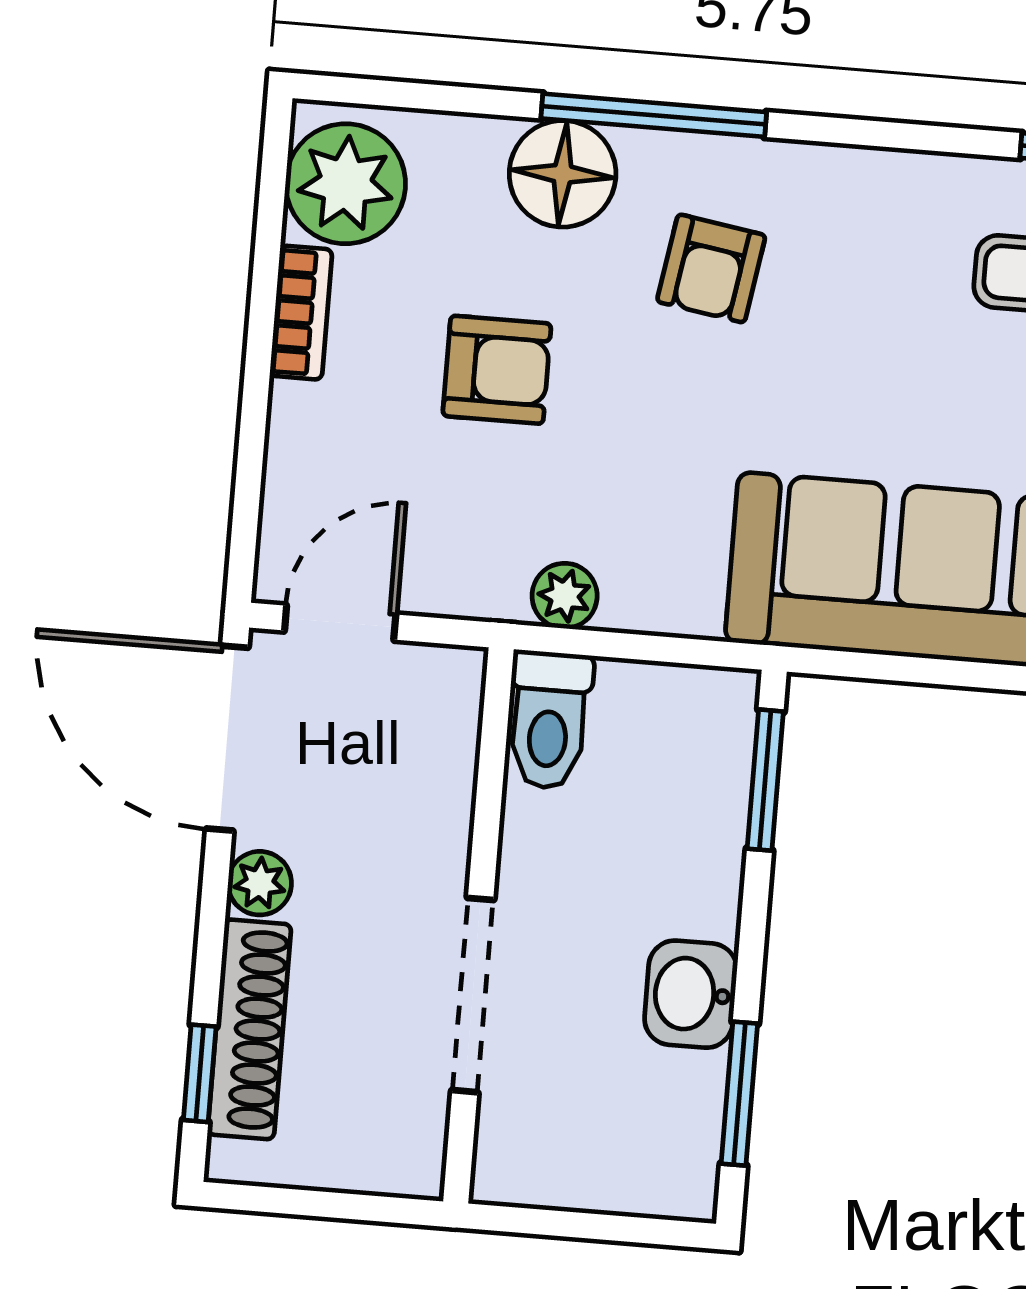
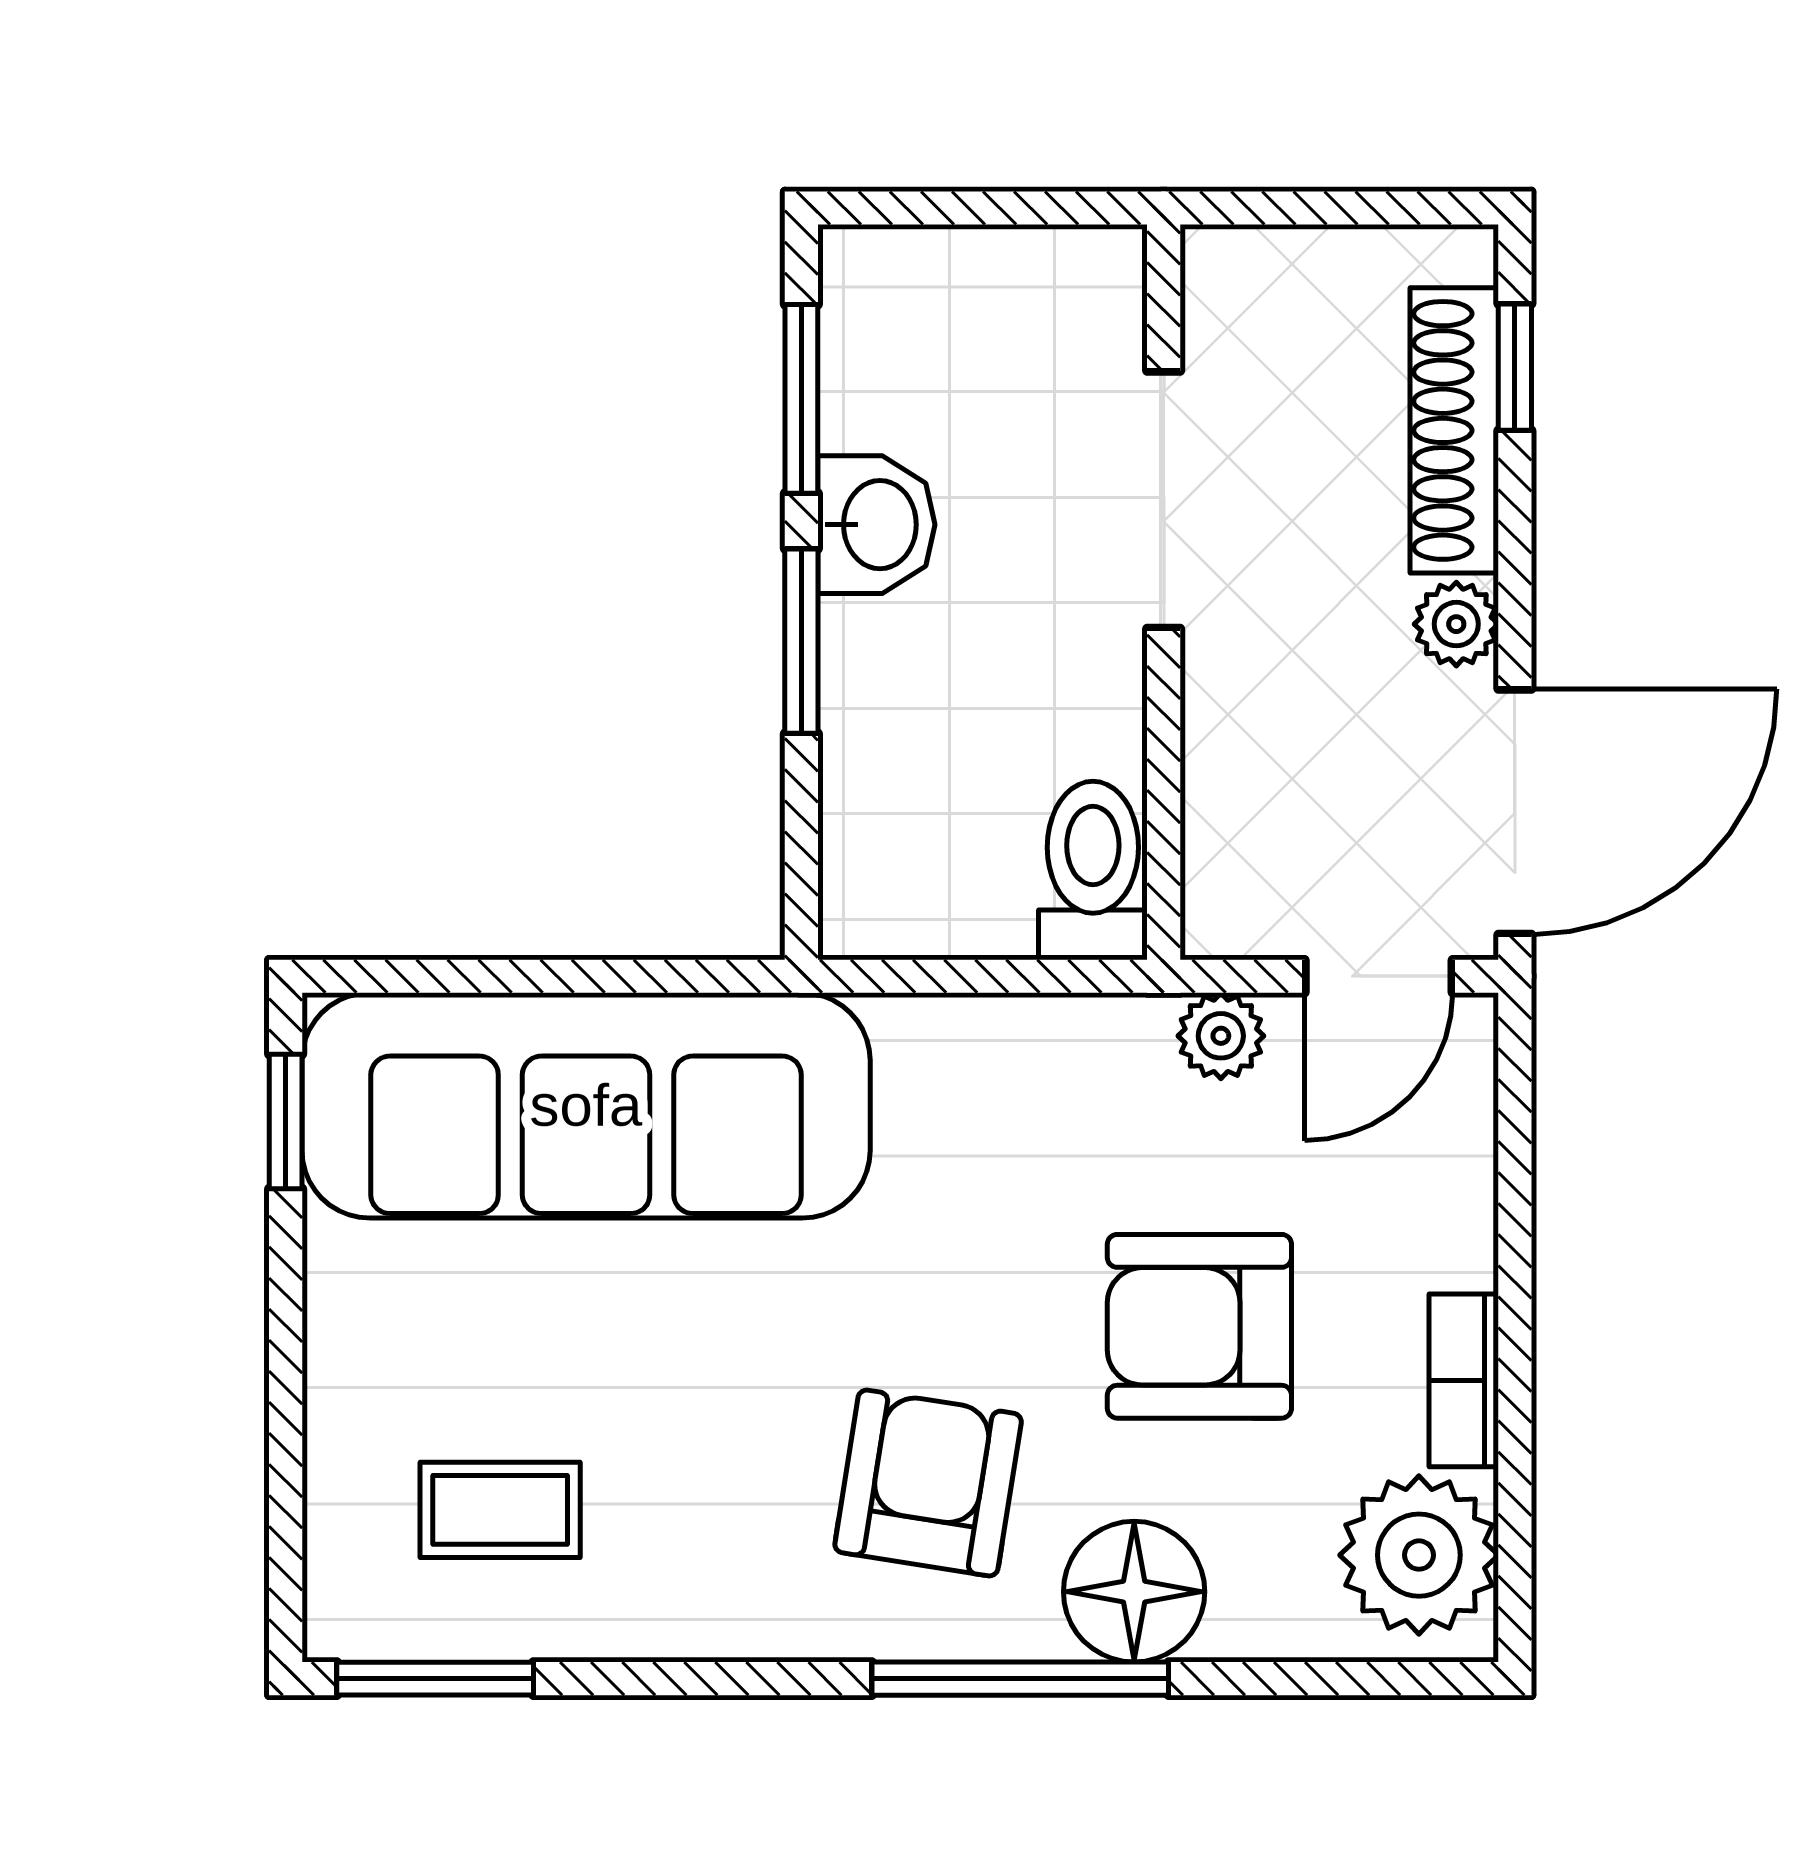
armchair: (711, 268) -> (928, 1483), width x1.38, depth x1.38
armchair: (497, 370) -> (1199, 1326), width x1.38, depth x1.38
plant: (565, 596) -> (1221, 1036), moved
door: (227, 738) -> (1515, 812), hinge flipped
window: (765, 780) -> (801, 641), moved

